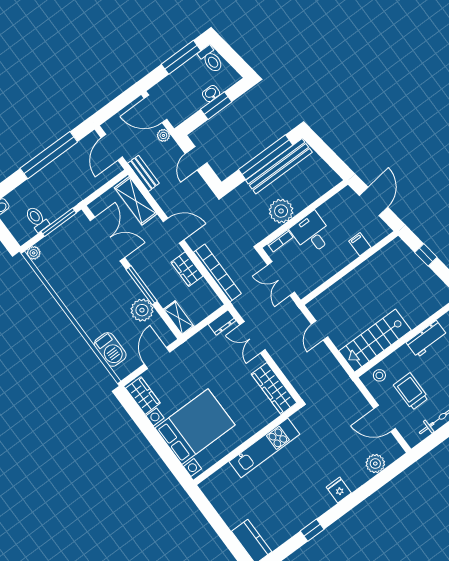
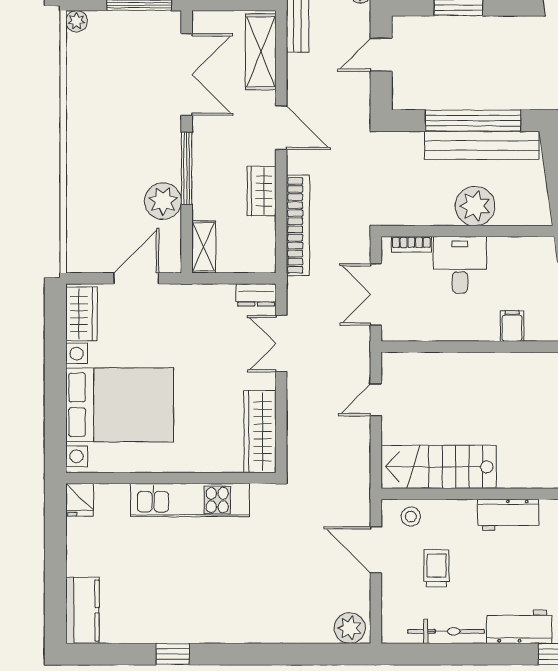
plant: (281, 211) -> (475, 206), moved
barbecue: (110, 349) -> (83, 222), removed
trolley: (411, 391) -> (436, 568), width x0.73, depth x0.72
door: (385, 418) -> (376, 550), moved
plant: (375, 464) -> (350, 628), moved
fridge: (339, 490) -> (80, 500), moved, turned 180

